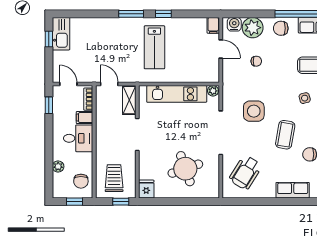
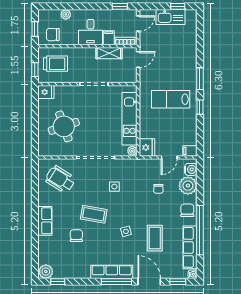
kitchen sink: (61, 34) -> (170, 17), moved
fridge: (209, 74) -> (147, 147), added
shelving: (129, 100) -> (109, 53), moved
side table: (254, 111) -> (114, 187), width x0.54, depth x0.54

